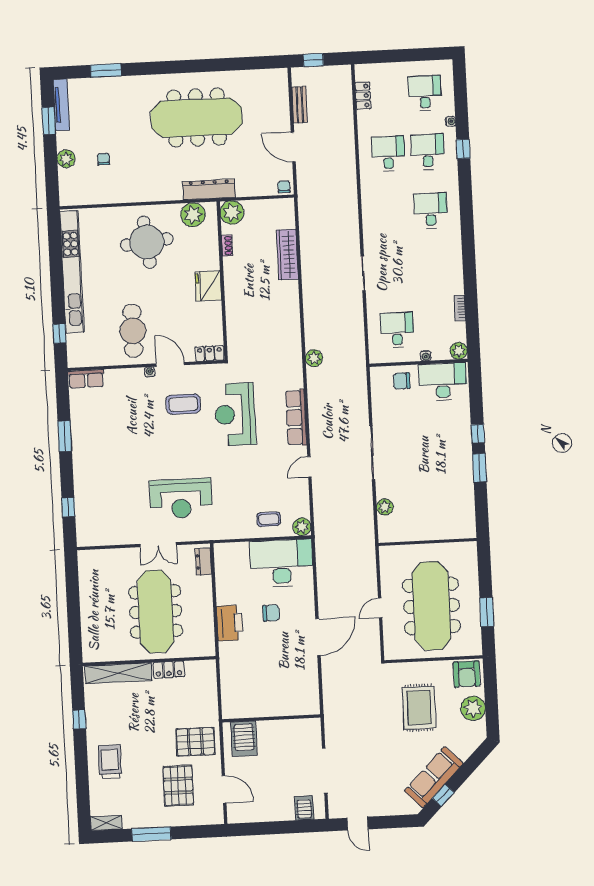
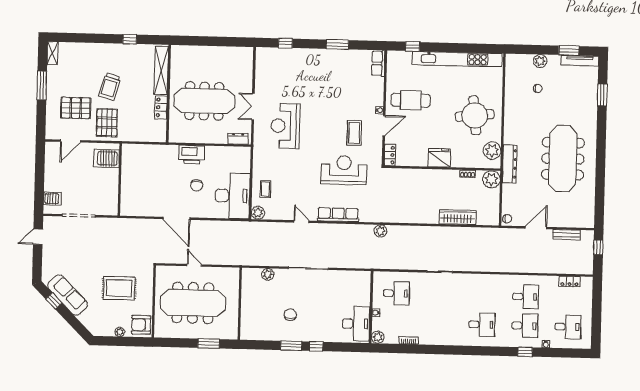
chair: (402, 381) -> (290, 315), moved
window: (487, 612) -> (209, 344), moved
plant: (473, 708) -> (120, 332), width x0.53, depth x0.53
trolley: (110, 762) -> (110, 87), moved, turned 106

